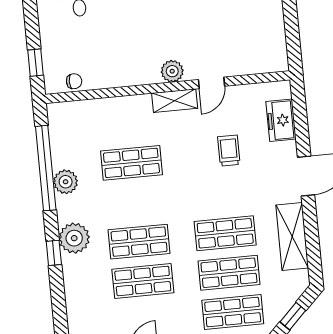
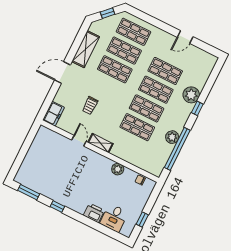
window: (35, 63) -> (142, 220), moved
plant: (172, 71) -> (118, 169), moved
door: (212, 83) -> (79, 141), hinge flipped
freezer: (281, 120) -> (54, 114), moved
shop shelf: (135, 202) -> (147, 108), added
plant: (74, 238) -> (191, 95), moved

